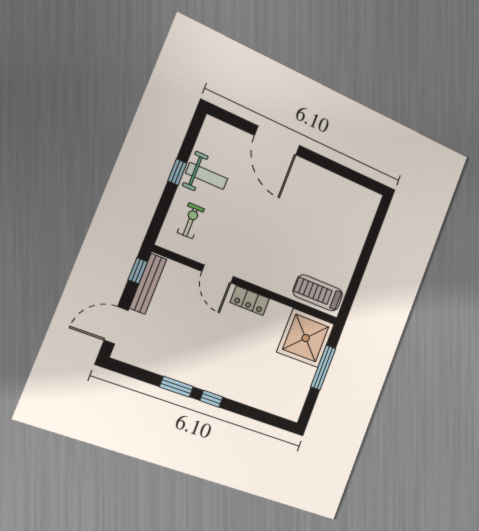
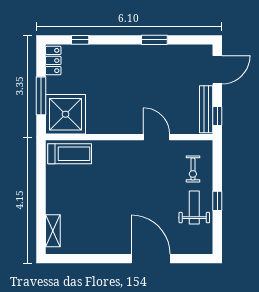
weight bench: (207, 176) -> (194, 208), turned 90
shelving: (366, 217) -> (53, 231), added
locker: (250, 301) -> (53, 60), moved, turned 90
window: (211, 399) -> (80, 40), moved

